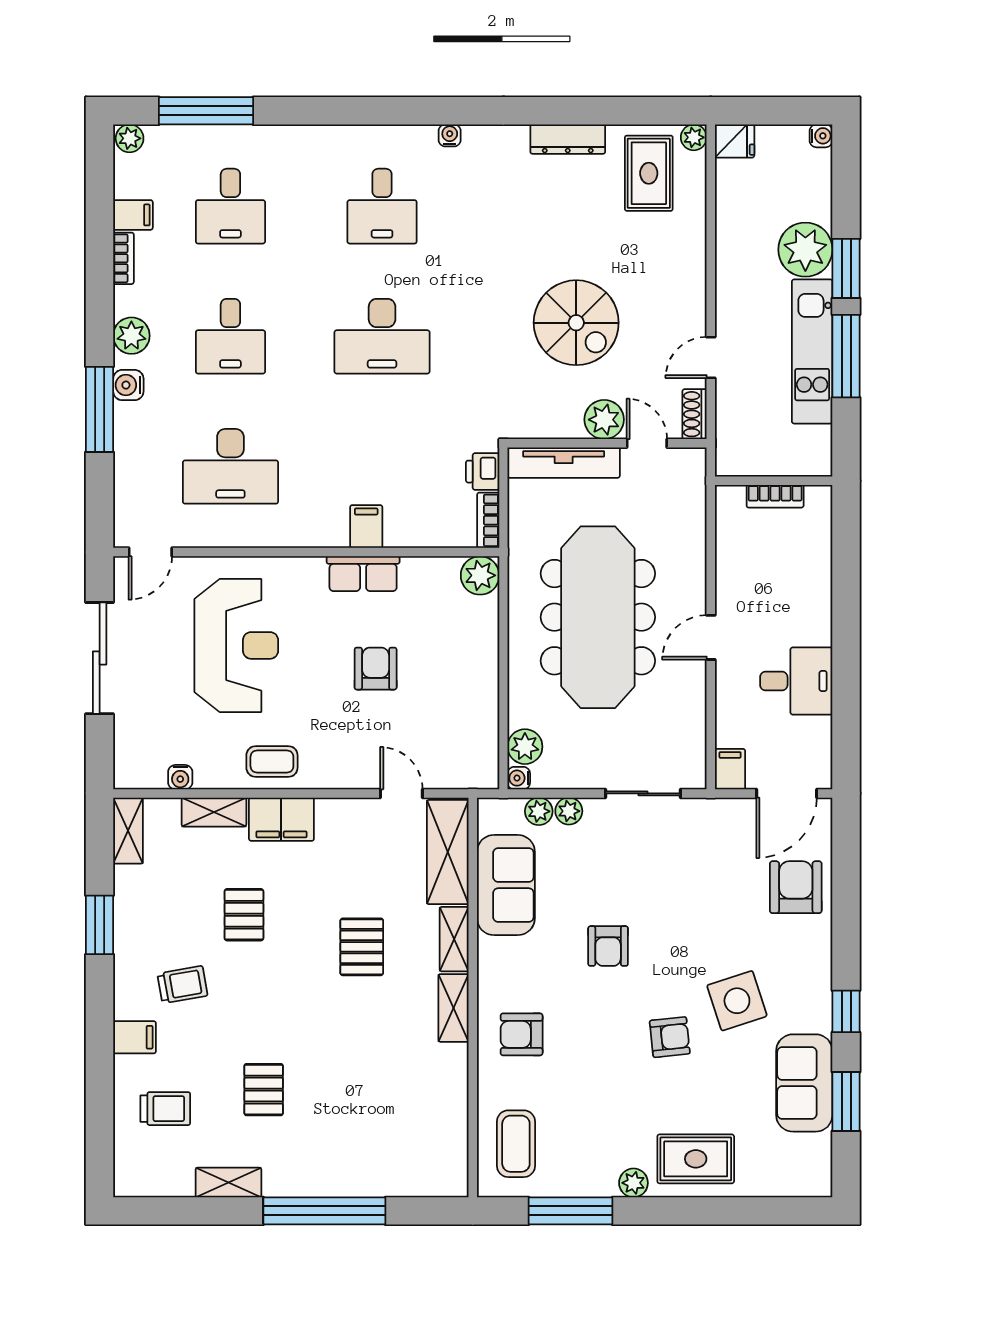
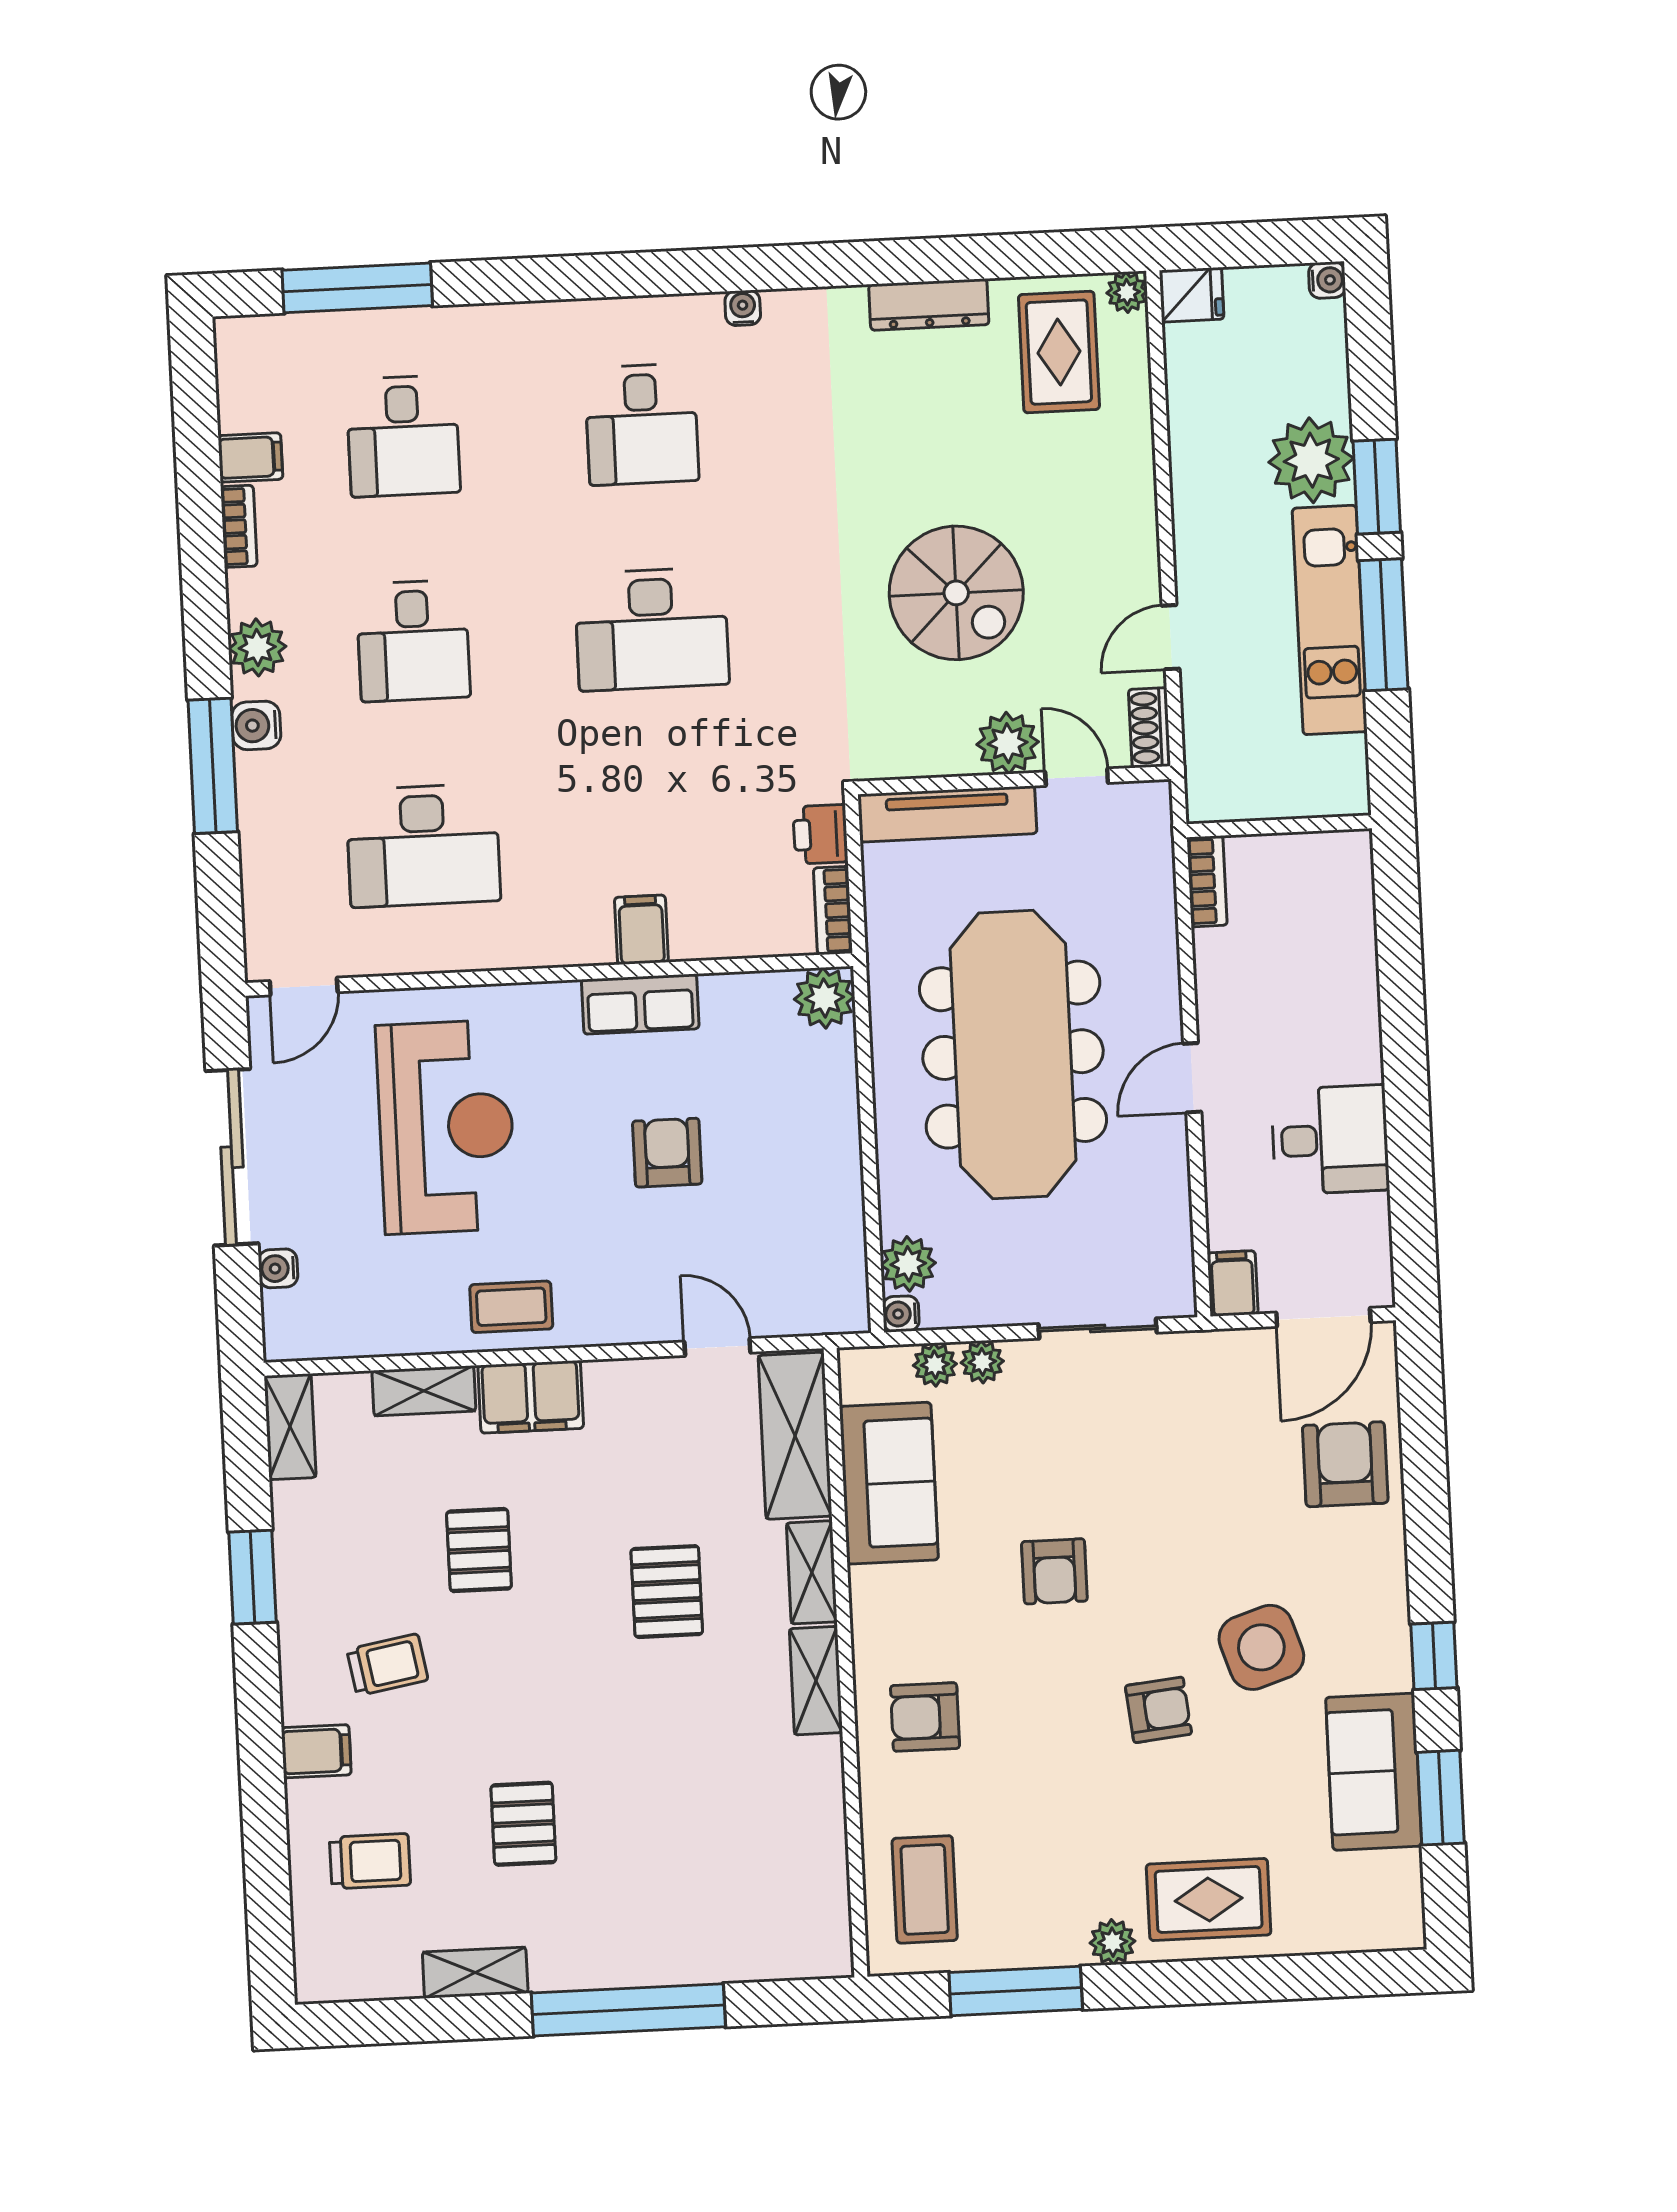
plant: (130, 138) -> (239, 337), removed
bookcase: (775, 496) -> (1207, 881), moved, turned -90
water cooler: (180, 777) -> (278, 1268), moved, turned 90

